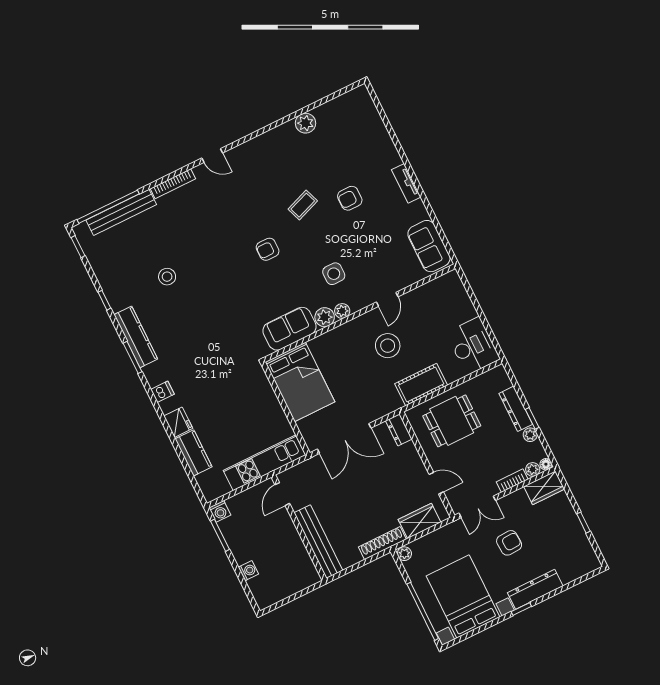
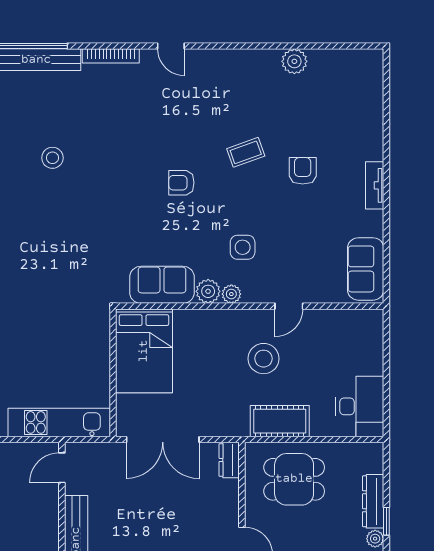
armchair: (350, 198) -> (303, 171), turned 90

